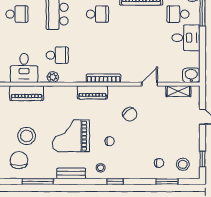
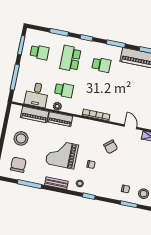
door: (150, 84) -> (131, 127), hinge flipped
piano: (92, 92) -> (60, 119), moved
stool: (27, 136) -> (21, 138), moved

